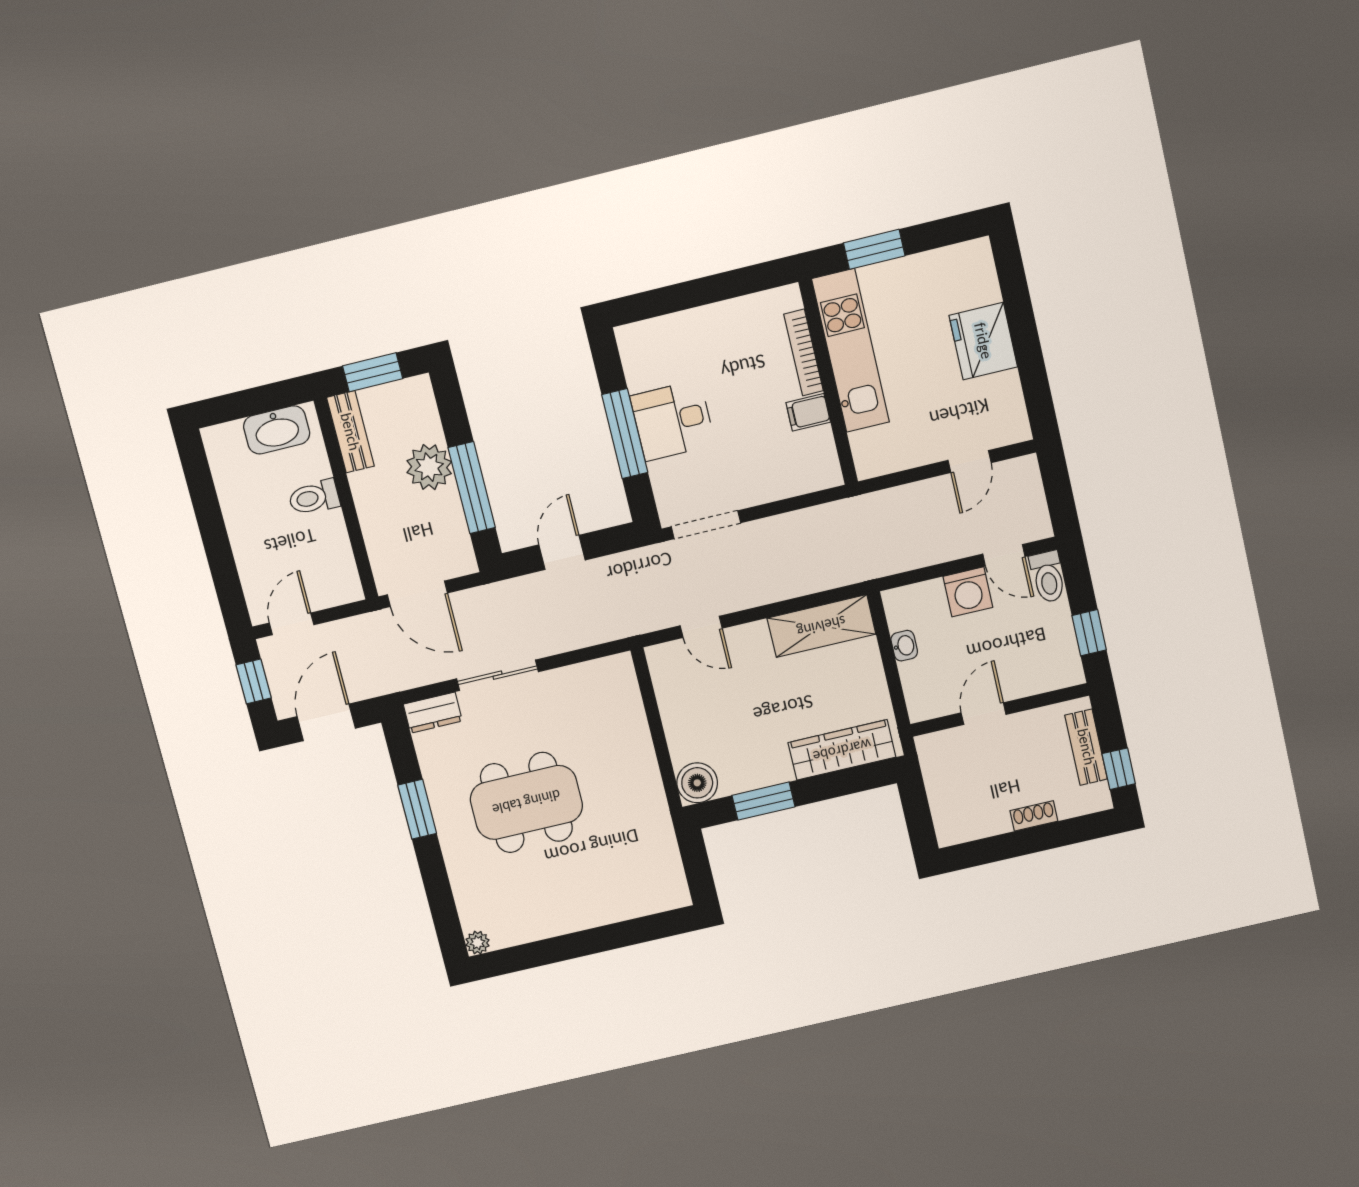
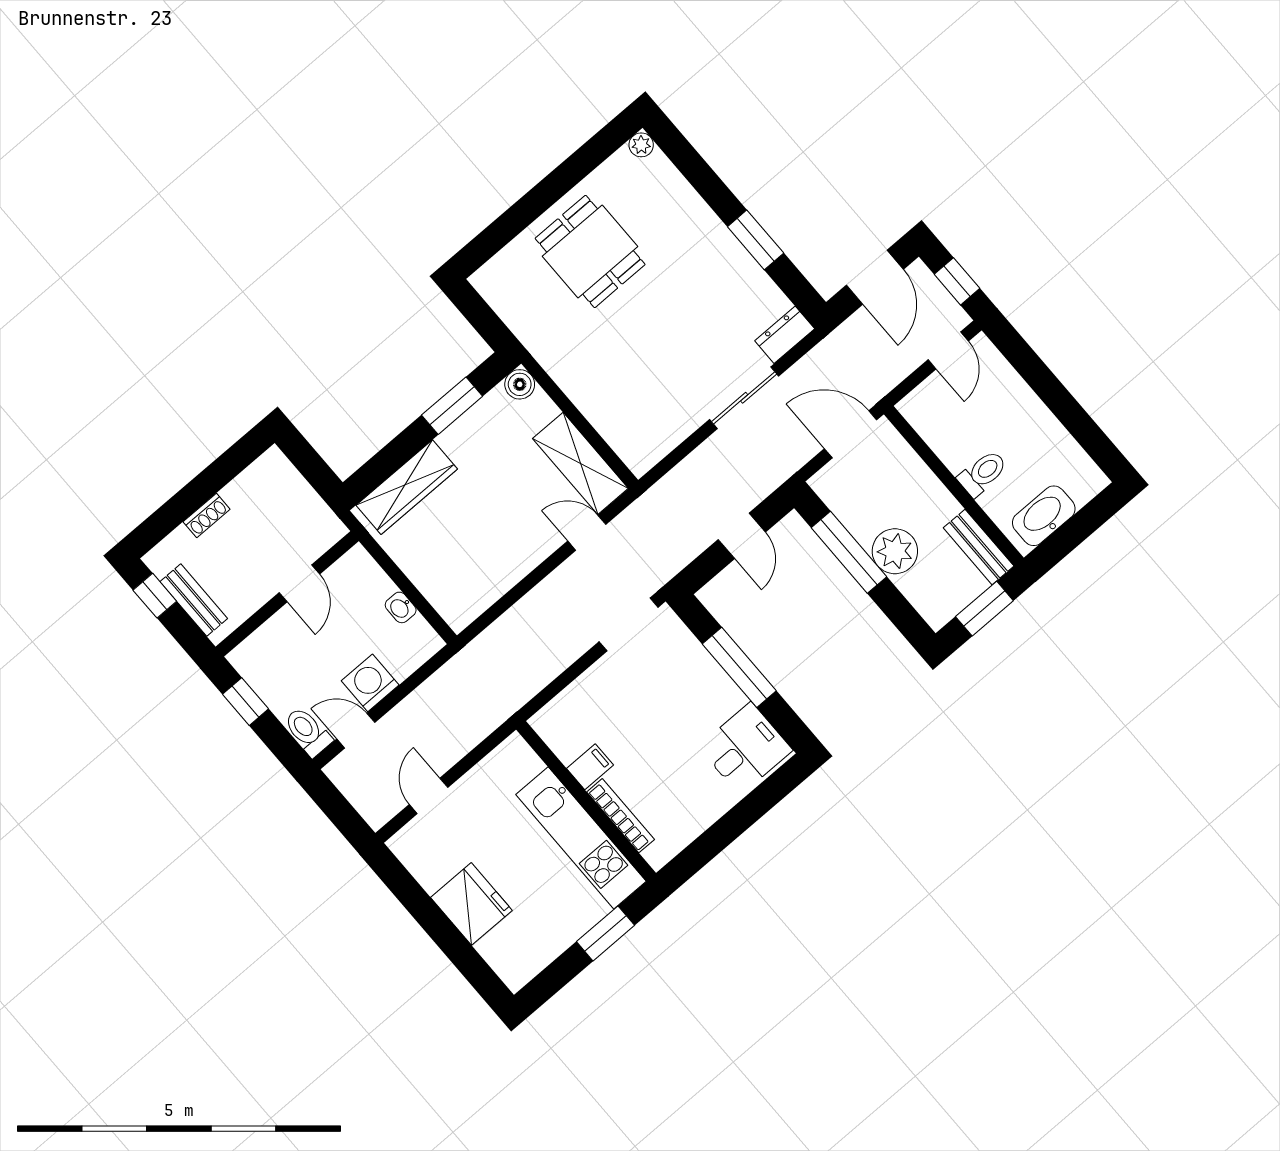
desk: (673, 420) -> (745, 748), moved
shelving: (821, 626) -> (580, 463), moved, turned 90
boiler: (697, 783) -> (520, 384), width x0.73, depth x0.73
dining table: (526, 802) -> (590, 251), moved, width x0.73

